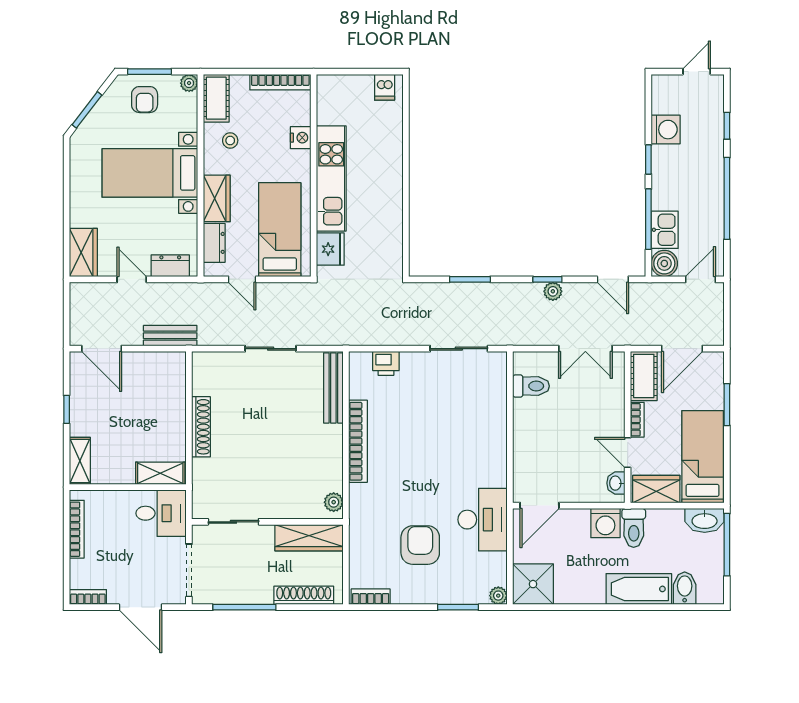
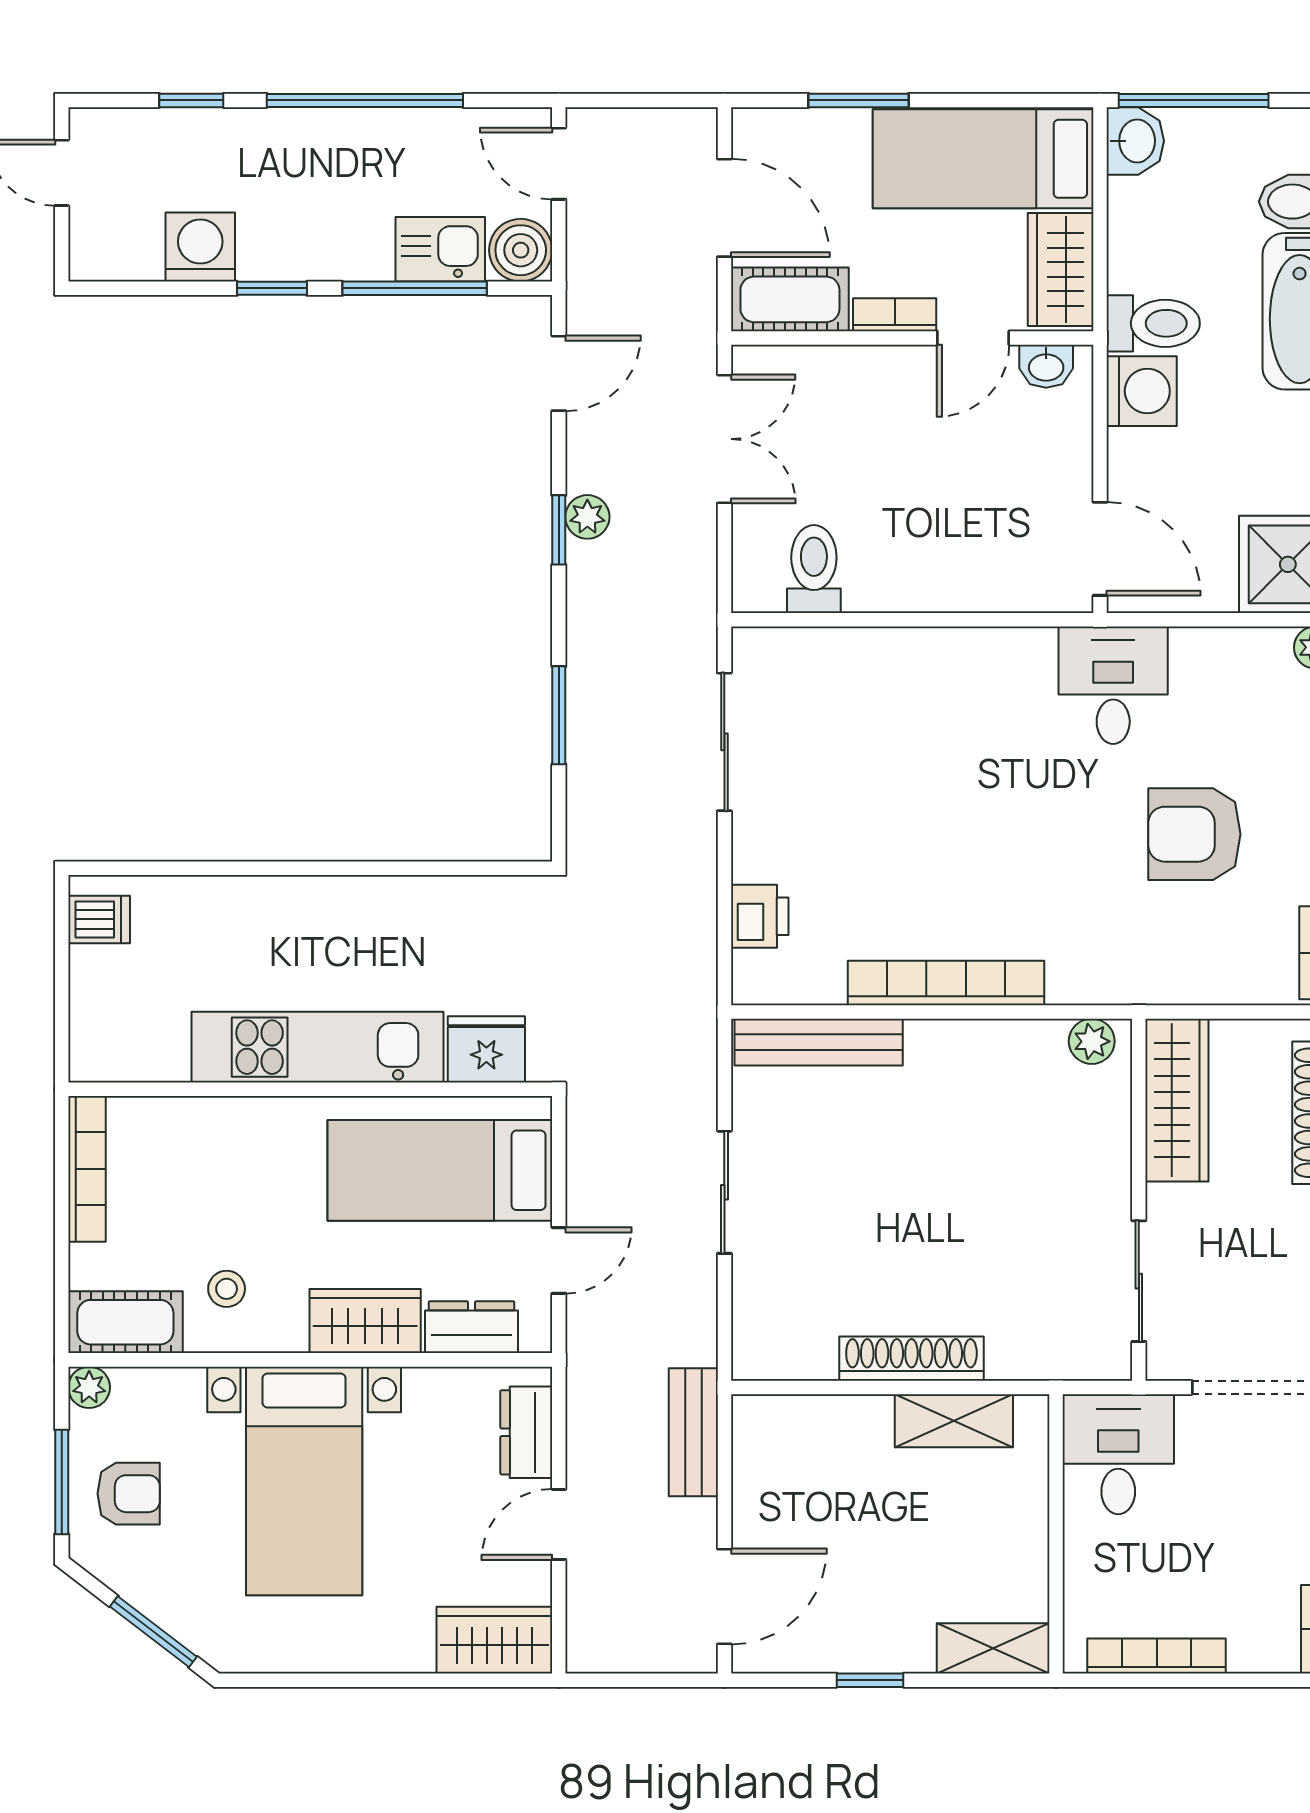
nightstand: (301, 138) -> (220, 1120), removed
shelving: (160, 473) -> (954, 1421), moved, turned 90
desk: (482, 520) -> (1113, 685), width x0.73
washbasin: (705, 520) -> (1135, 141), width x0.72

